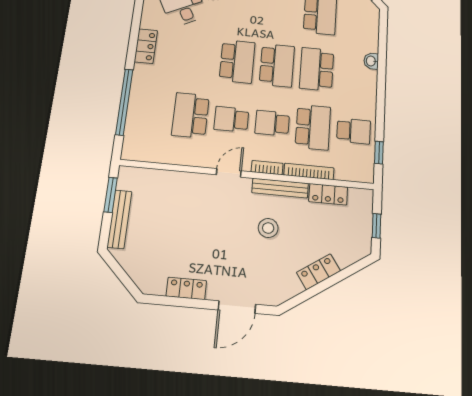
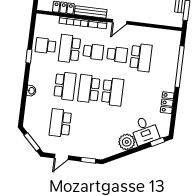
school desk: (237, 61) -> (113, 92), turned 180
window: (379, 153) -> (29, 56), moved

